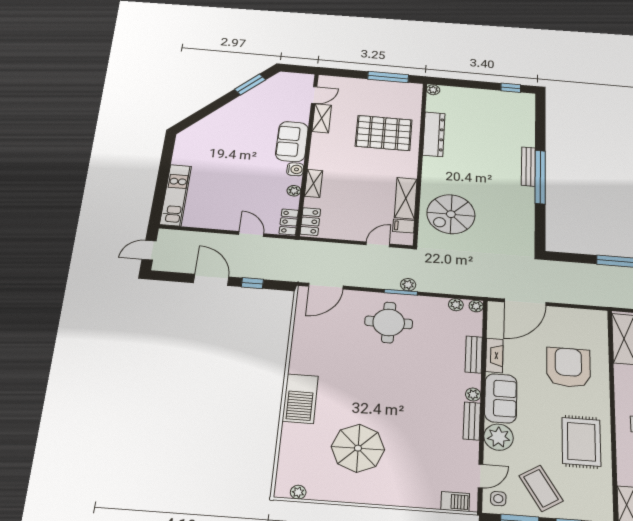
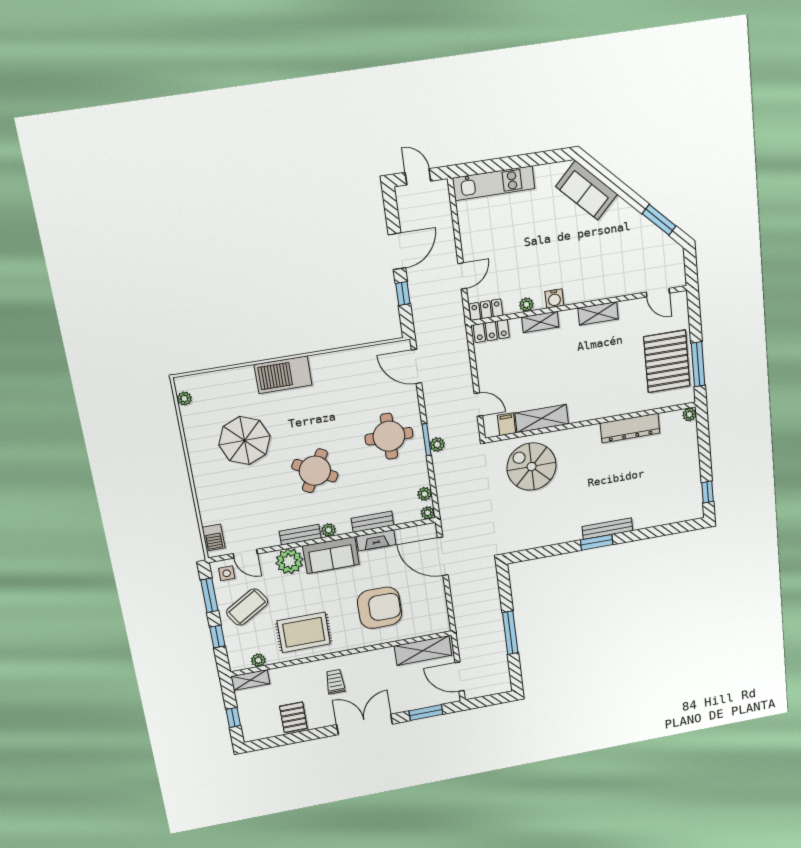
shelving: (322, 118) -> (598, 313), moved
pallet: (384, 133) -> (667, 361), moved
sofa: (292, 142) -> (587, 190), moved, turned -135
window: (540, 177) -> (597, 542), width x0.47
round table: (407, 393) -> (315, 471), added
plant: (605, 492) -> (258, 660), added

